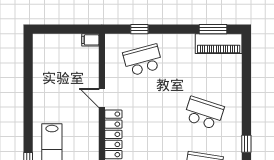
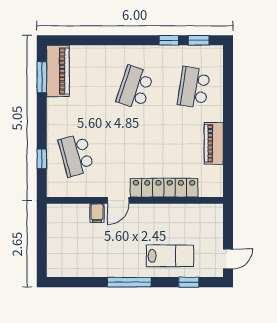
filing cabinet: (90, 40) -> (97, 213), moved
window: (28, 108) -> (129, 282), added

